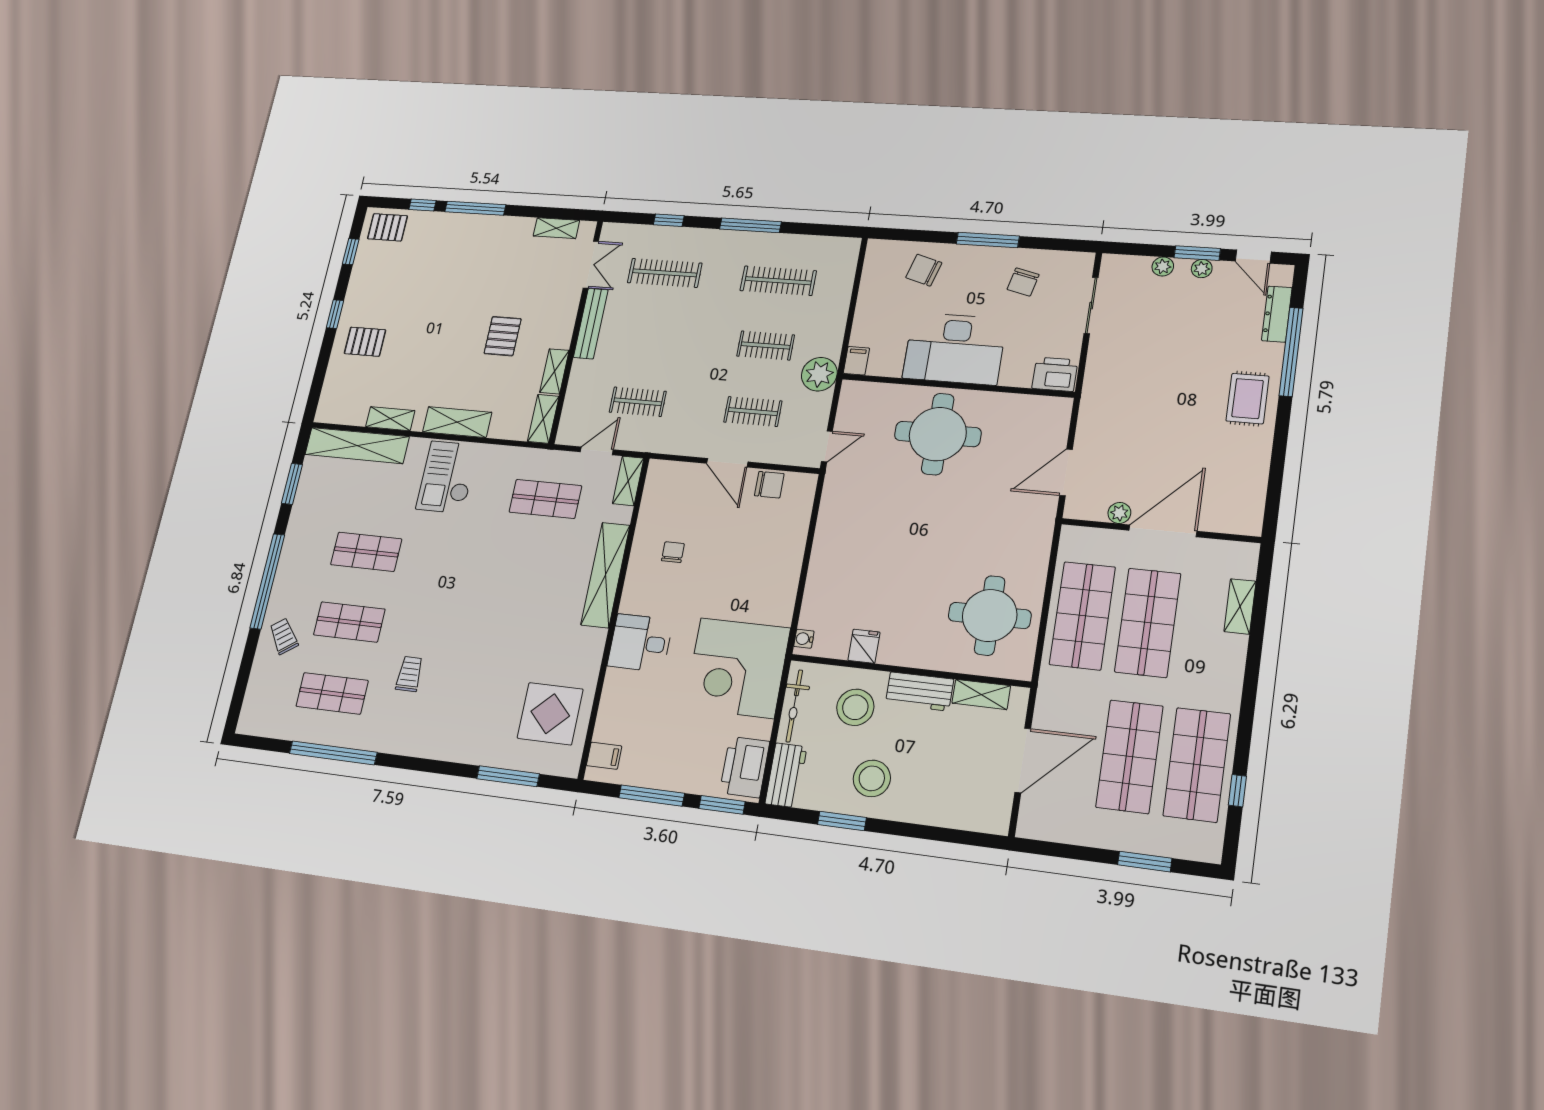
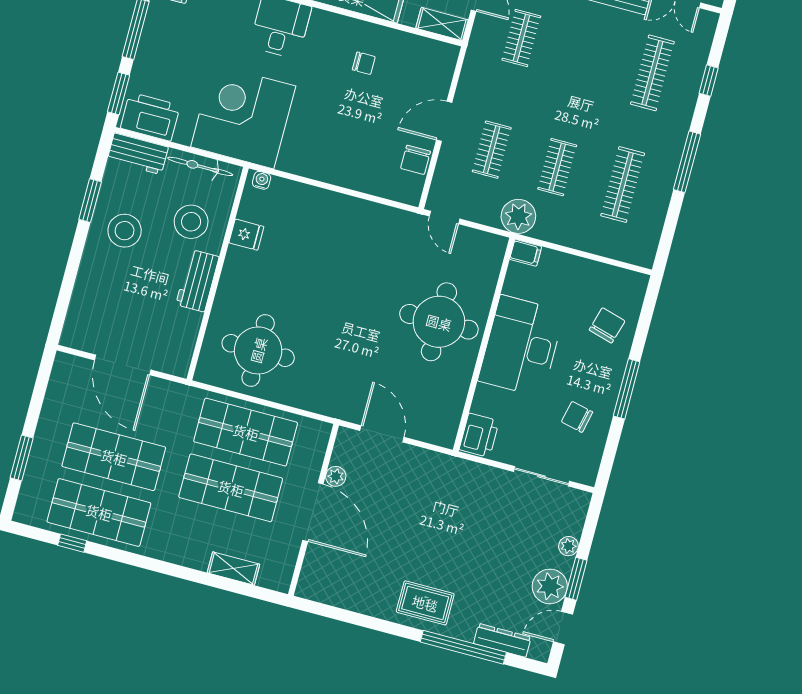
plant: (1202, 269) -> (550, 586), width x1.88, depth x1.88
shelving: (981, 694) -> (187, 335), removed

